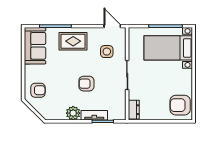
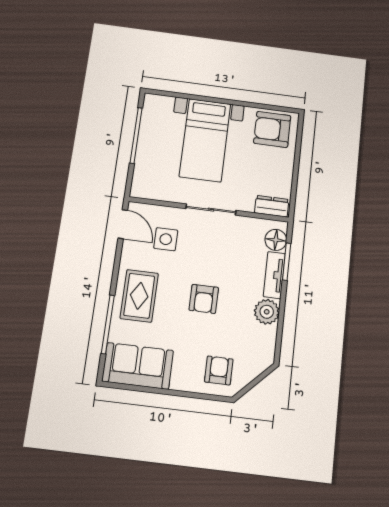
door: (112, 26) -> (123, 224), swing flipped
bed with nightstands: (168, 48) -> (205, 140), moved
armchair: (86, 84) -> (204, 299), moved
armchair: (180, 105) -> (272, 129), turned 90
floor lamp: (114, 114) -> (276, 240), added

